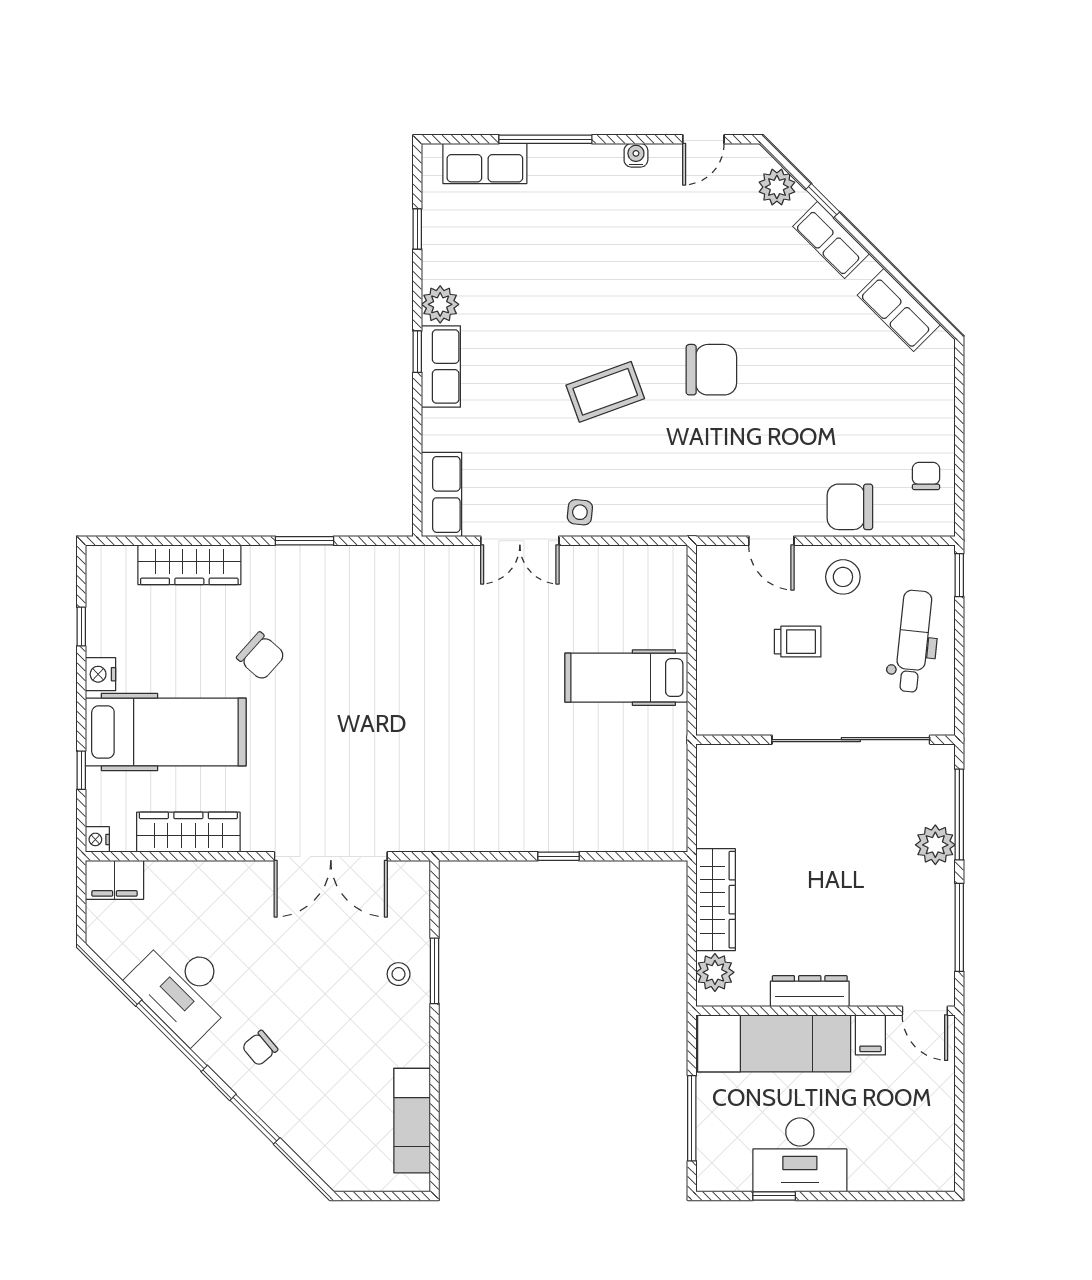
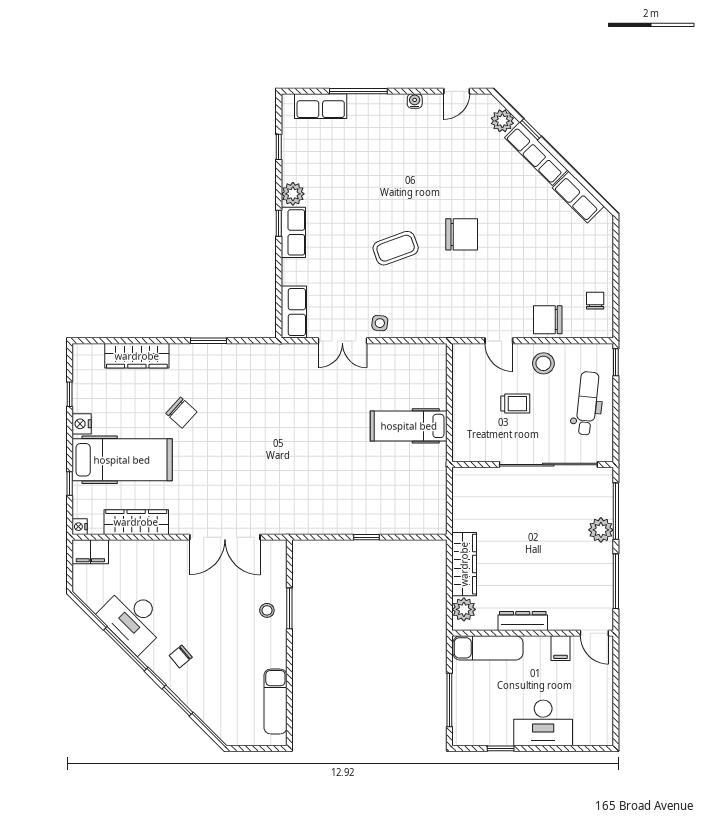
row of seats: (831, 240) -> (536, 154), width x1.48
exam couch: (774, 1043) -> (488, 648), width x0.73, depth x0.69
desk: (800, 1155) -> (543, 723), moved

